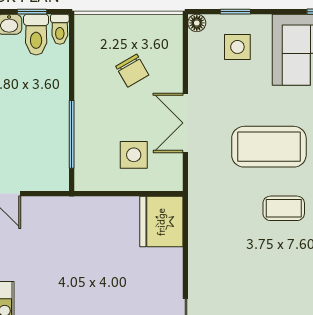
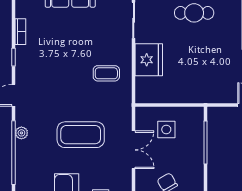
coffee table: (284, 208) -> (106, 73), moved
fridge: (161, 222) -> (149, 60), moved

